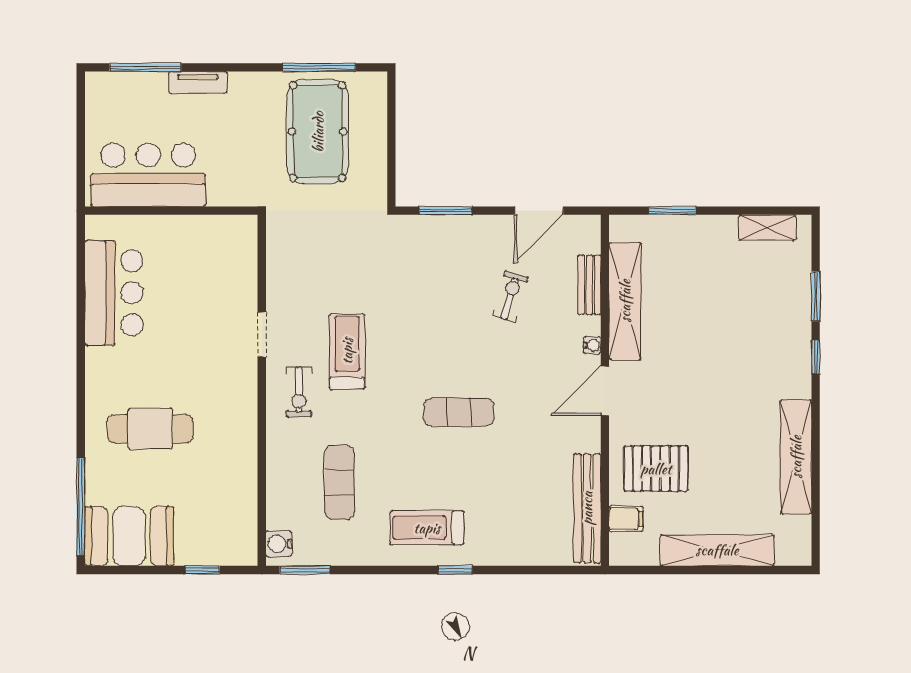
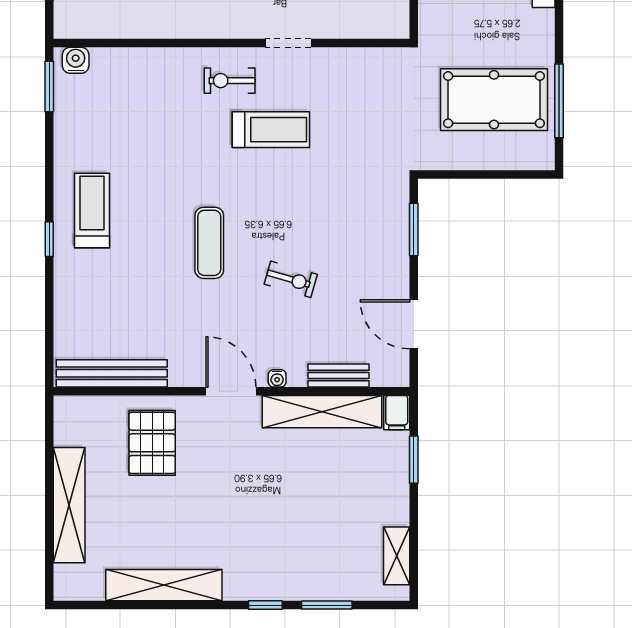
exercise bike: (510, 297) -> (291, 279), moved
exercise mat: (339, 482) -> (138, 122), removed
filing cabinet: (626, 519) -> (397, 413), moved

